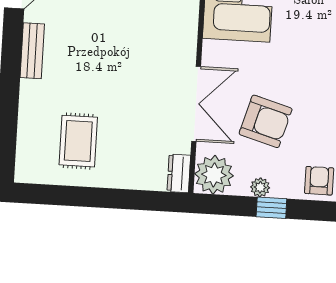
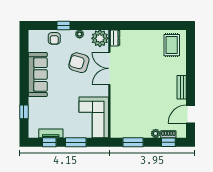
rug: (78, 141) -> (172, 45), moved
window: (271, 208) -> (63, 25), moved

